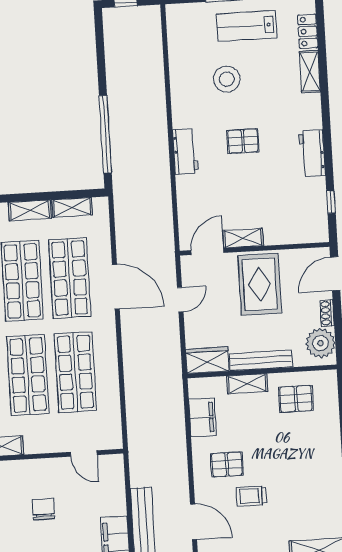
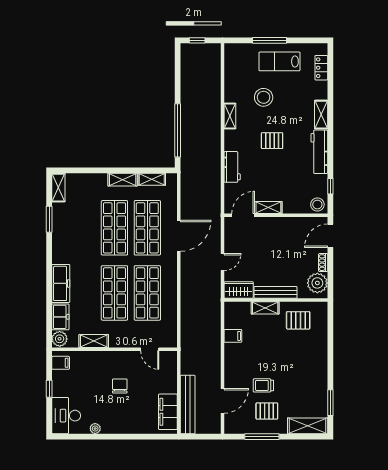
shelving: (310, 72) -> (321, 115), moved
shelving: (180, 109) -> (230, 116), added
workbench: (185, 151) -> (232, 167), moved
workbench: (312, 153) -> (319, 152), width x1.38
stool: (314, 230) -> (317, 205), added
rug: (260, 284) -> (278, 240), removed
door: (116, 287) -> (179, 236), hinge flipped
door: (180, 300) -> (223, 262), moved
filing cabinet: (202, 418) -> (233, 336), width x0.50
pallet: (227, 464) -> (267, 411), moved
door: (193, 522) -> (223, 401), hinge flipped

